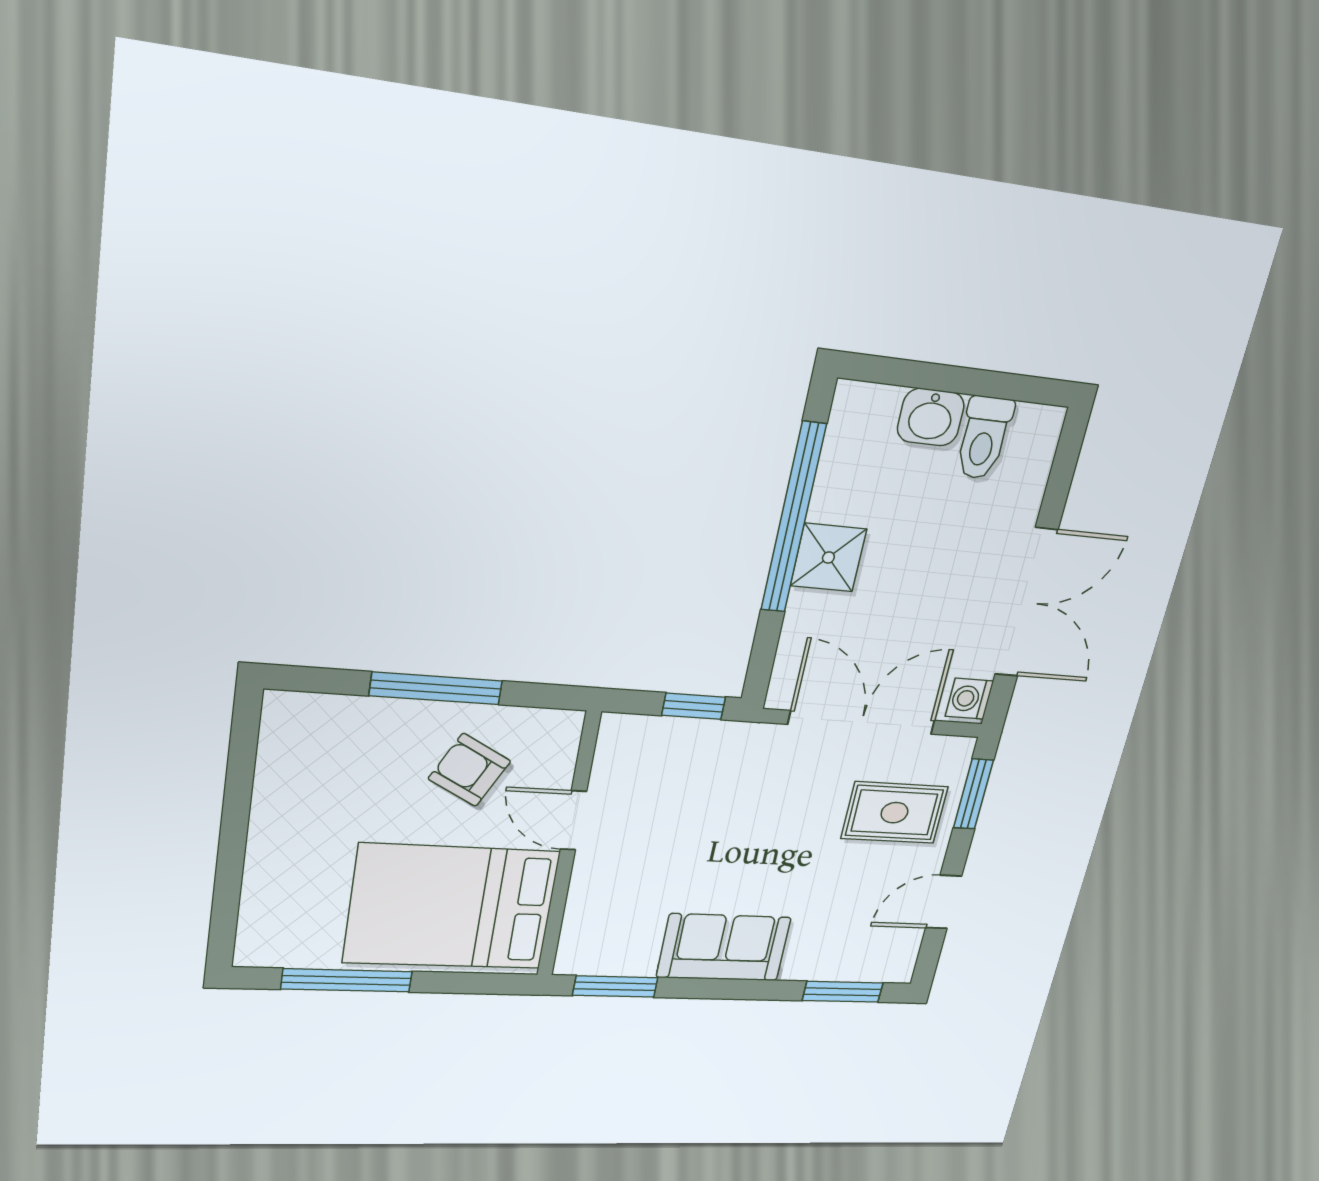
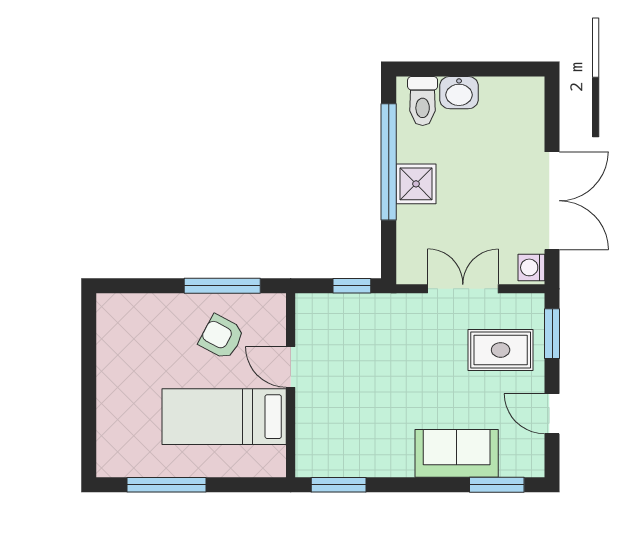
toilet: (984, 438) -> (423, 101), moved
window: (436, 688) -> (222, 286), moved
double door: (862, 722) -> (463, 289), width x0.73
door: (944, 902) -> (552, 414), hinge flipped
bed: (451, 907) -> (224, 417), width x0.67
sofa: (724, 947) -> (457, 453), moved

